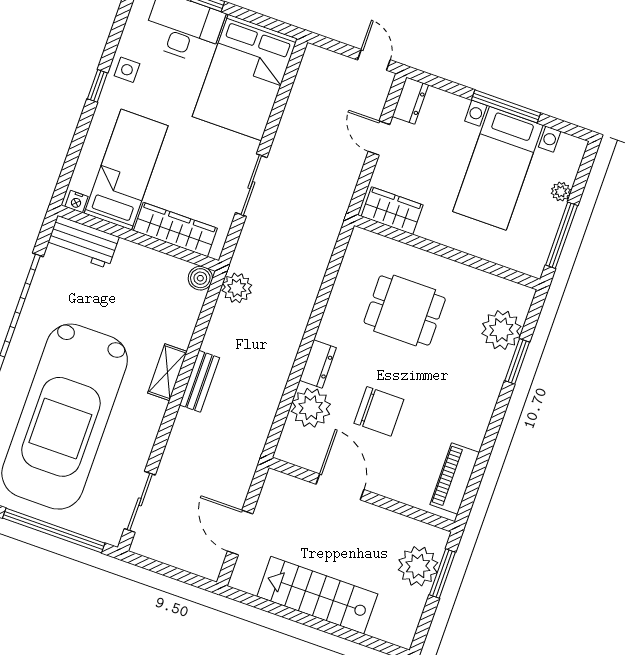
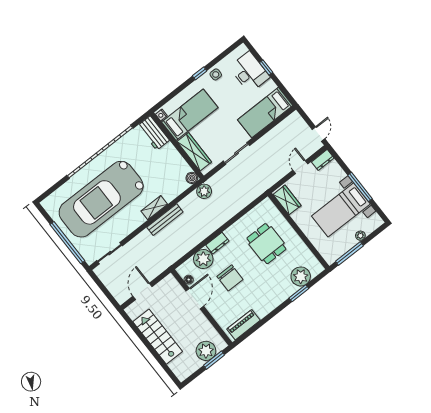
bed: (245, 78) -> (265, 113), width x0.67
bench: (200, 381) -> (165, 220), width x1.36
floor lamp: (308, 460) -> (189, 280), added

